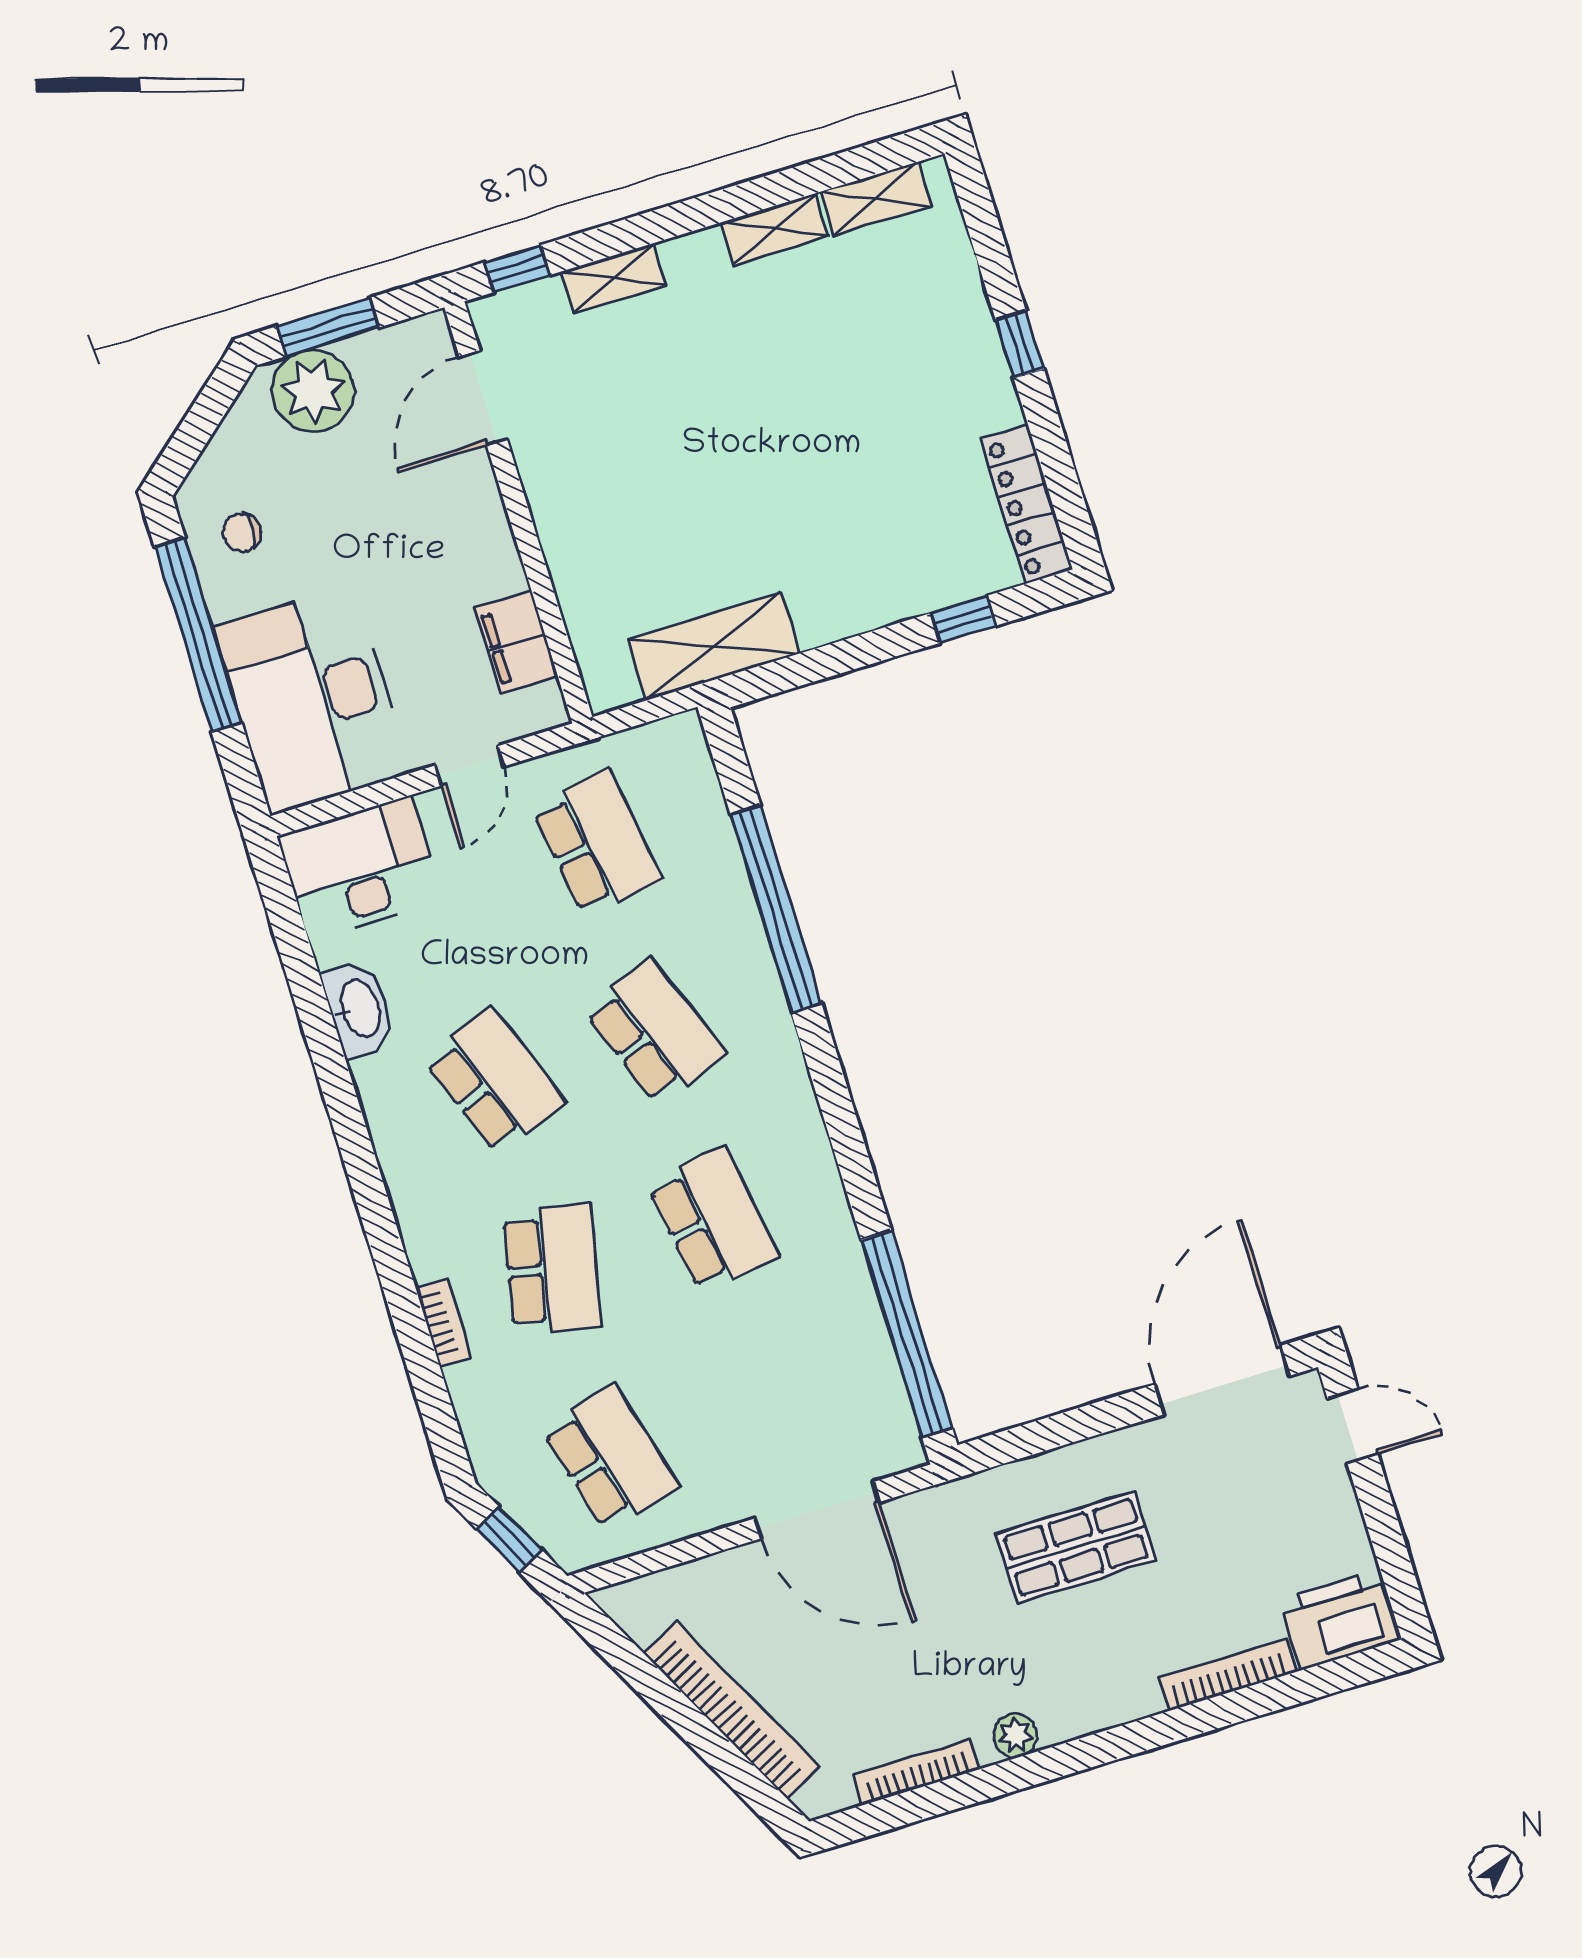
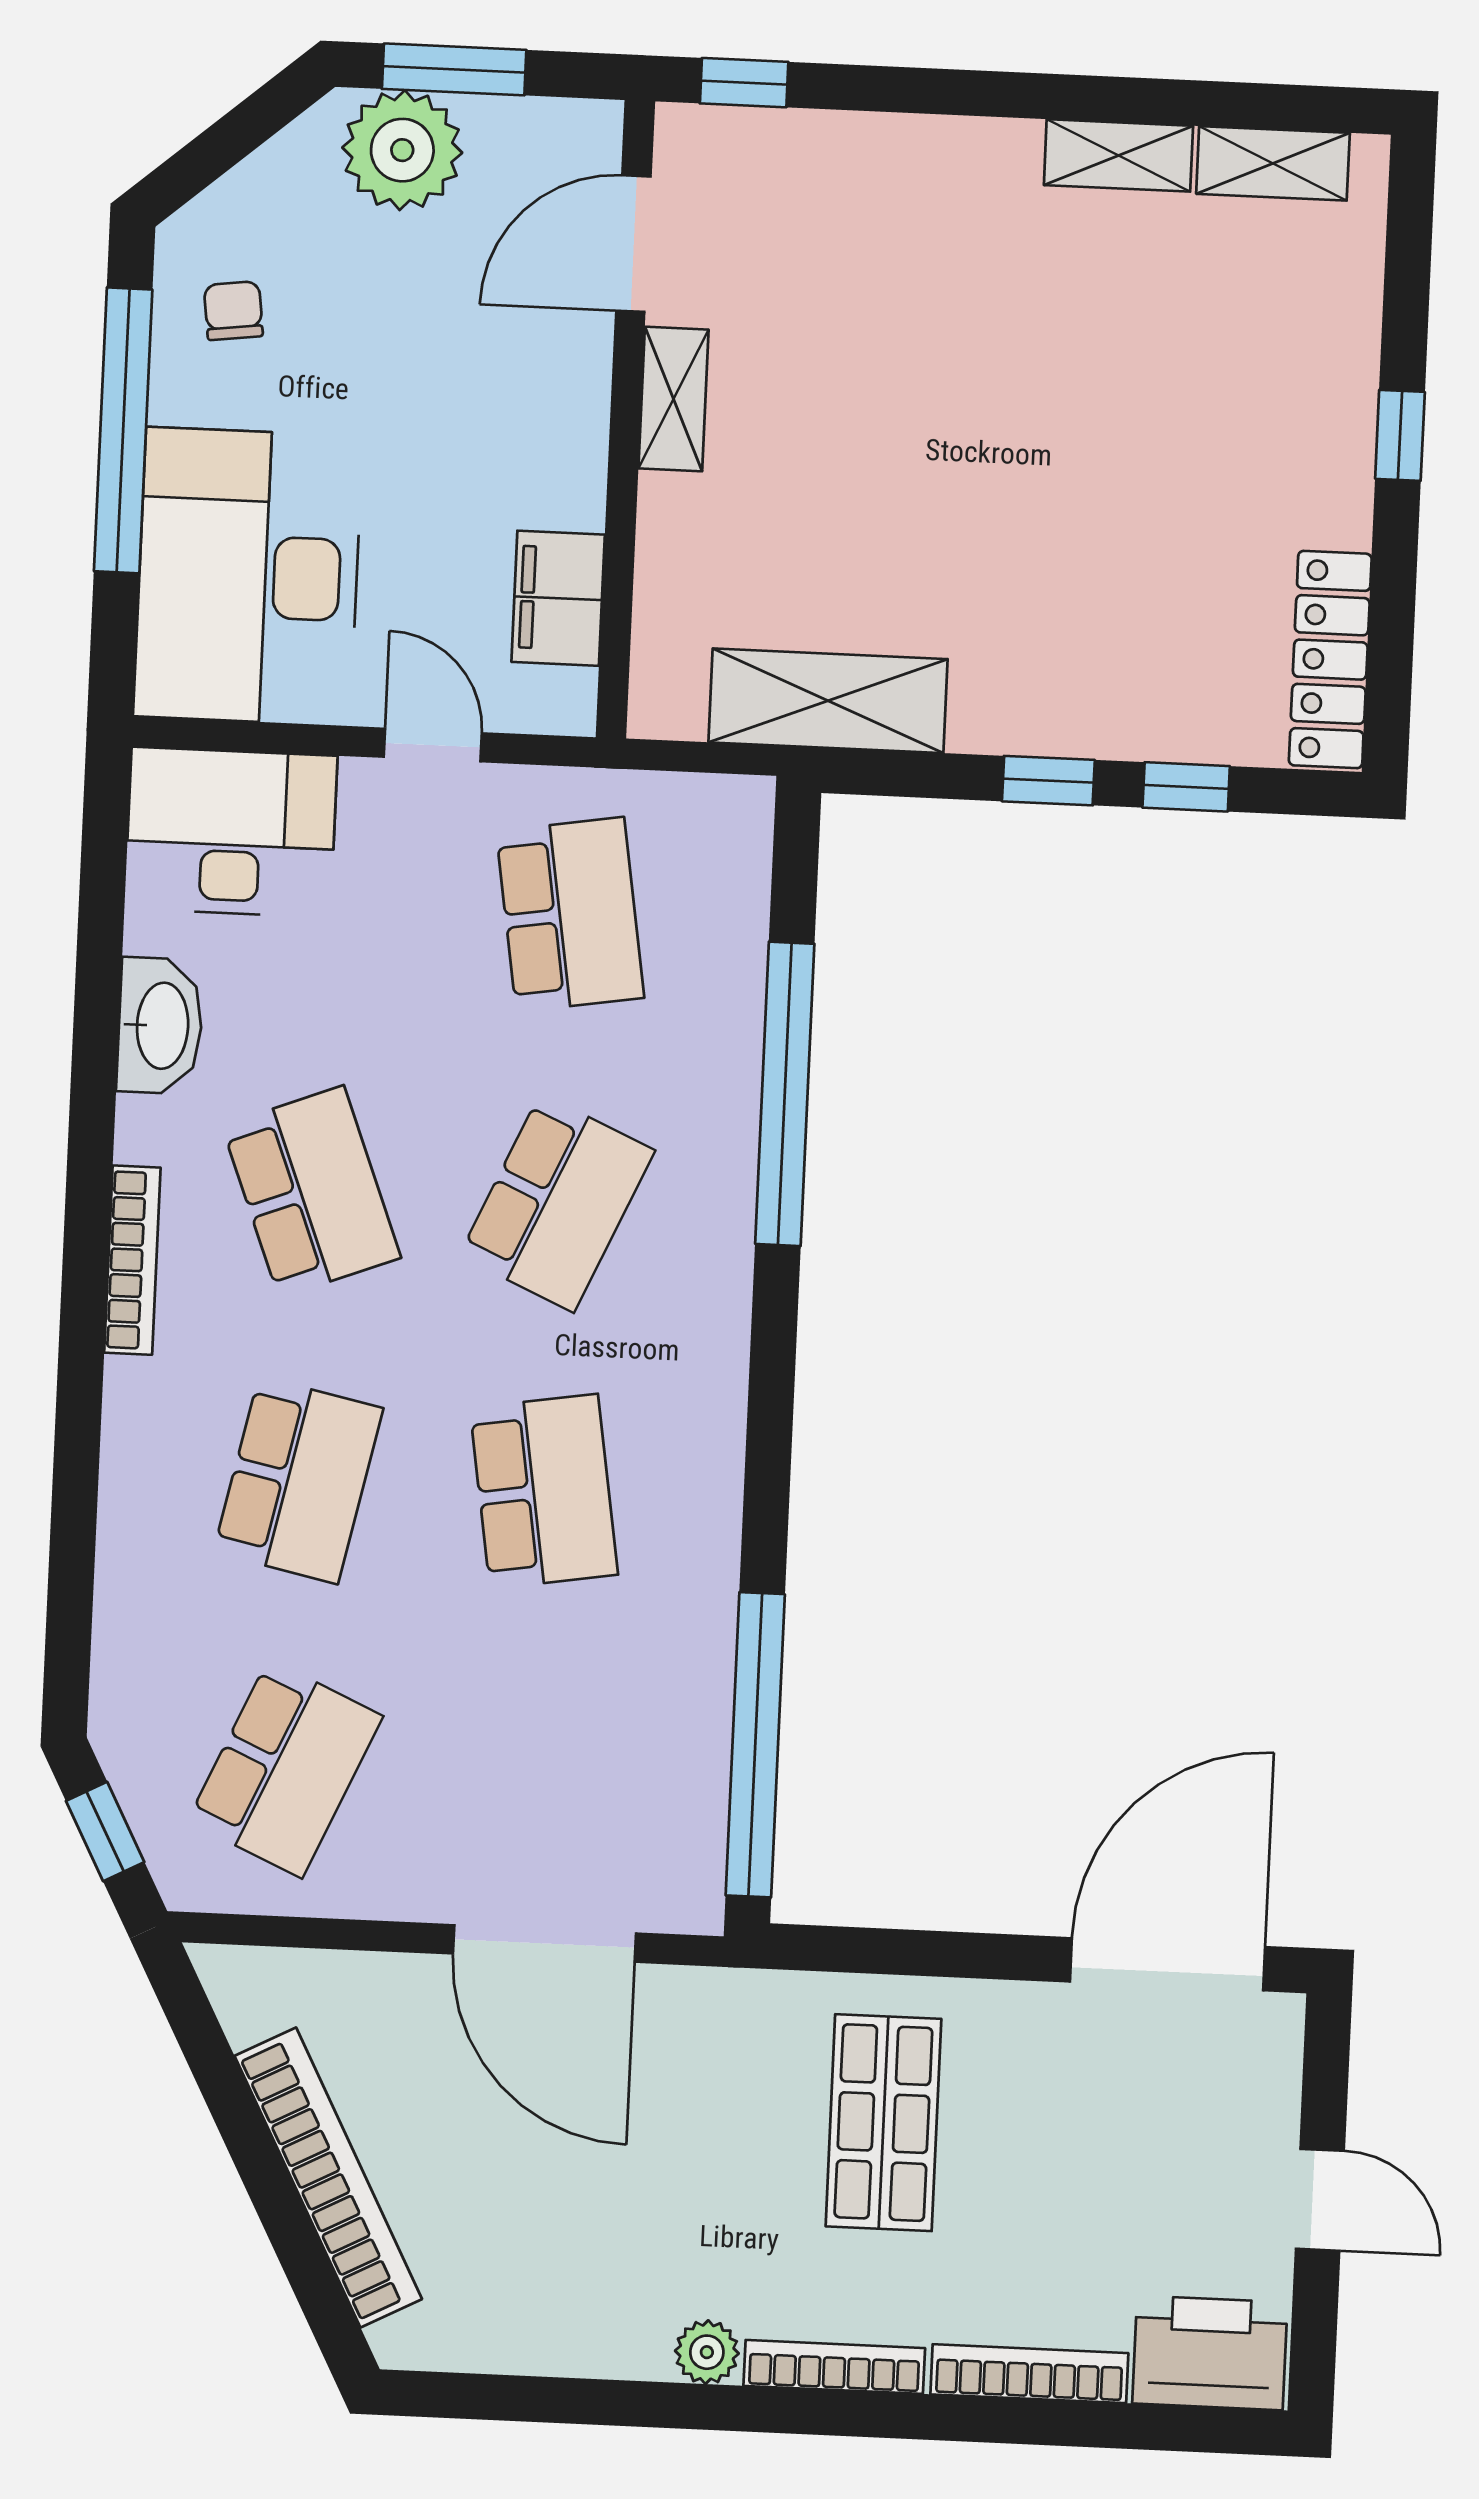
shelving: (613, 278) -> (673, 399), moved, turned 90
chair: (242, 533) -> (233, 311), turned 83
window: (873, 647) -> (1048, 781), added
door: (470, 766) -> (433, 745), swing flipped
school desk: (655, 1031) -> (557, 1203), turned 45
bookcase: (443, 1323) -> (132, 1260), moved, width x1.56
door: (1353, 1426) -> (1320, 2200), moved
school desk: (610, 1457) -> (285, 1769), turned 39
shop shelf: (1076, 1547) -> (883, 2123), turned 90
bookcase: (917, 1772) -> (834, 2367), moved

